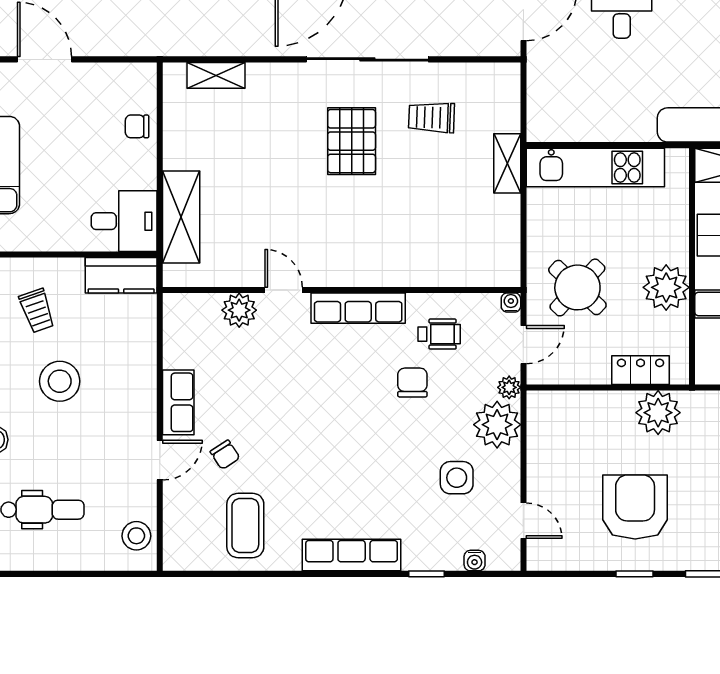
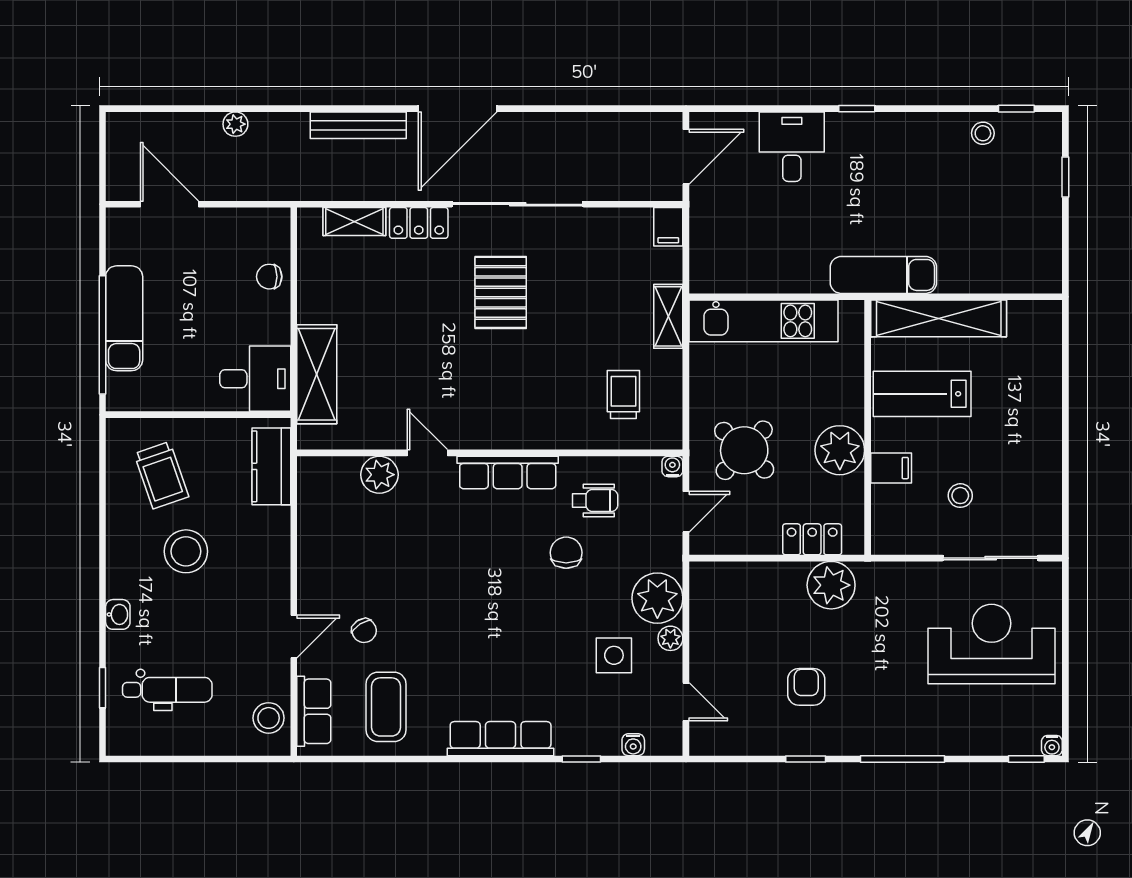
locker: (276, 77) -> (419, 223), added
filing cabinet: (507, 80) -> (668, 227), added
trolley: (431, 117) -> (623, 395), moved, turned 88
kitchen counter: (121, 275) -> (271, 466), moved, turned 90
trolley: (37, 311) -> (161, 475), width x1.36, depth x1.39
plant: (509, 387) -> (670, 638), moved
row of seats: (178, 402) -> (314, 711), moved
armchair: (635, 507) -> (806, 687), width x0.53, depth x0.53

